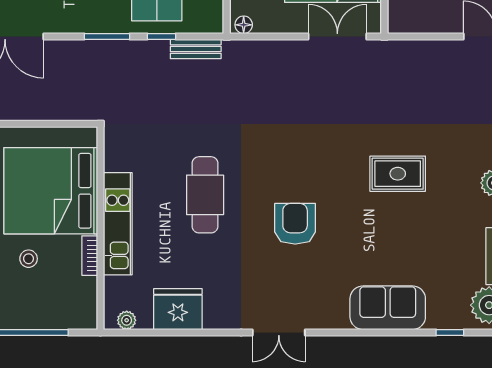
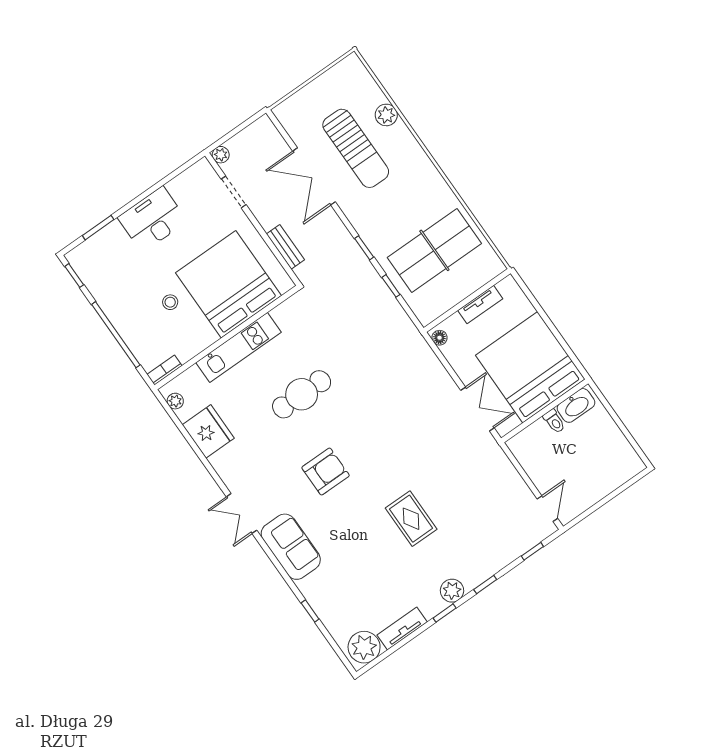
window: (107, 36) -> (364, 248), width x0.67
bench: (196, 49) -> (285, 247), moved
bookcase: (90, 256) -> (164, 370), moved
sofa: (388, 308) -> (291, 547), moved
window: (450, 332) -> (310, 611), moved

